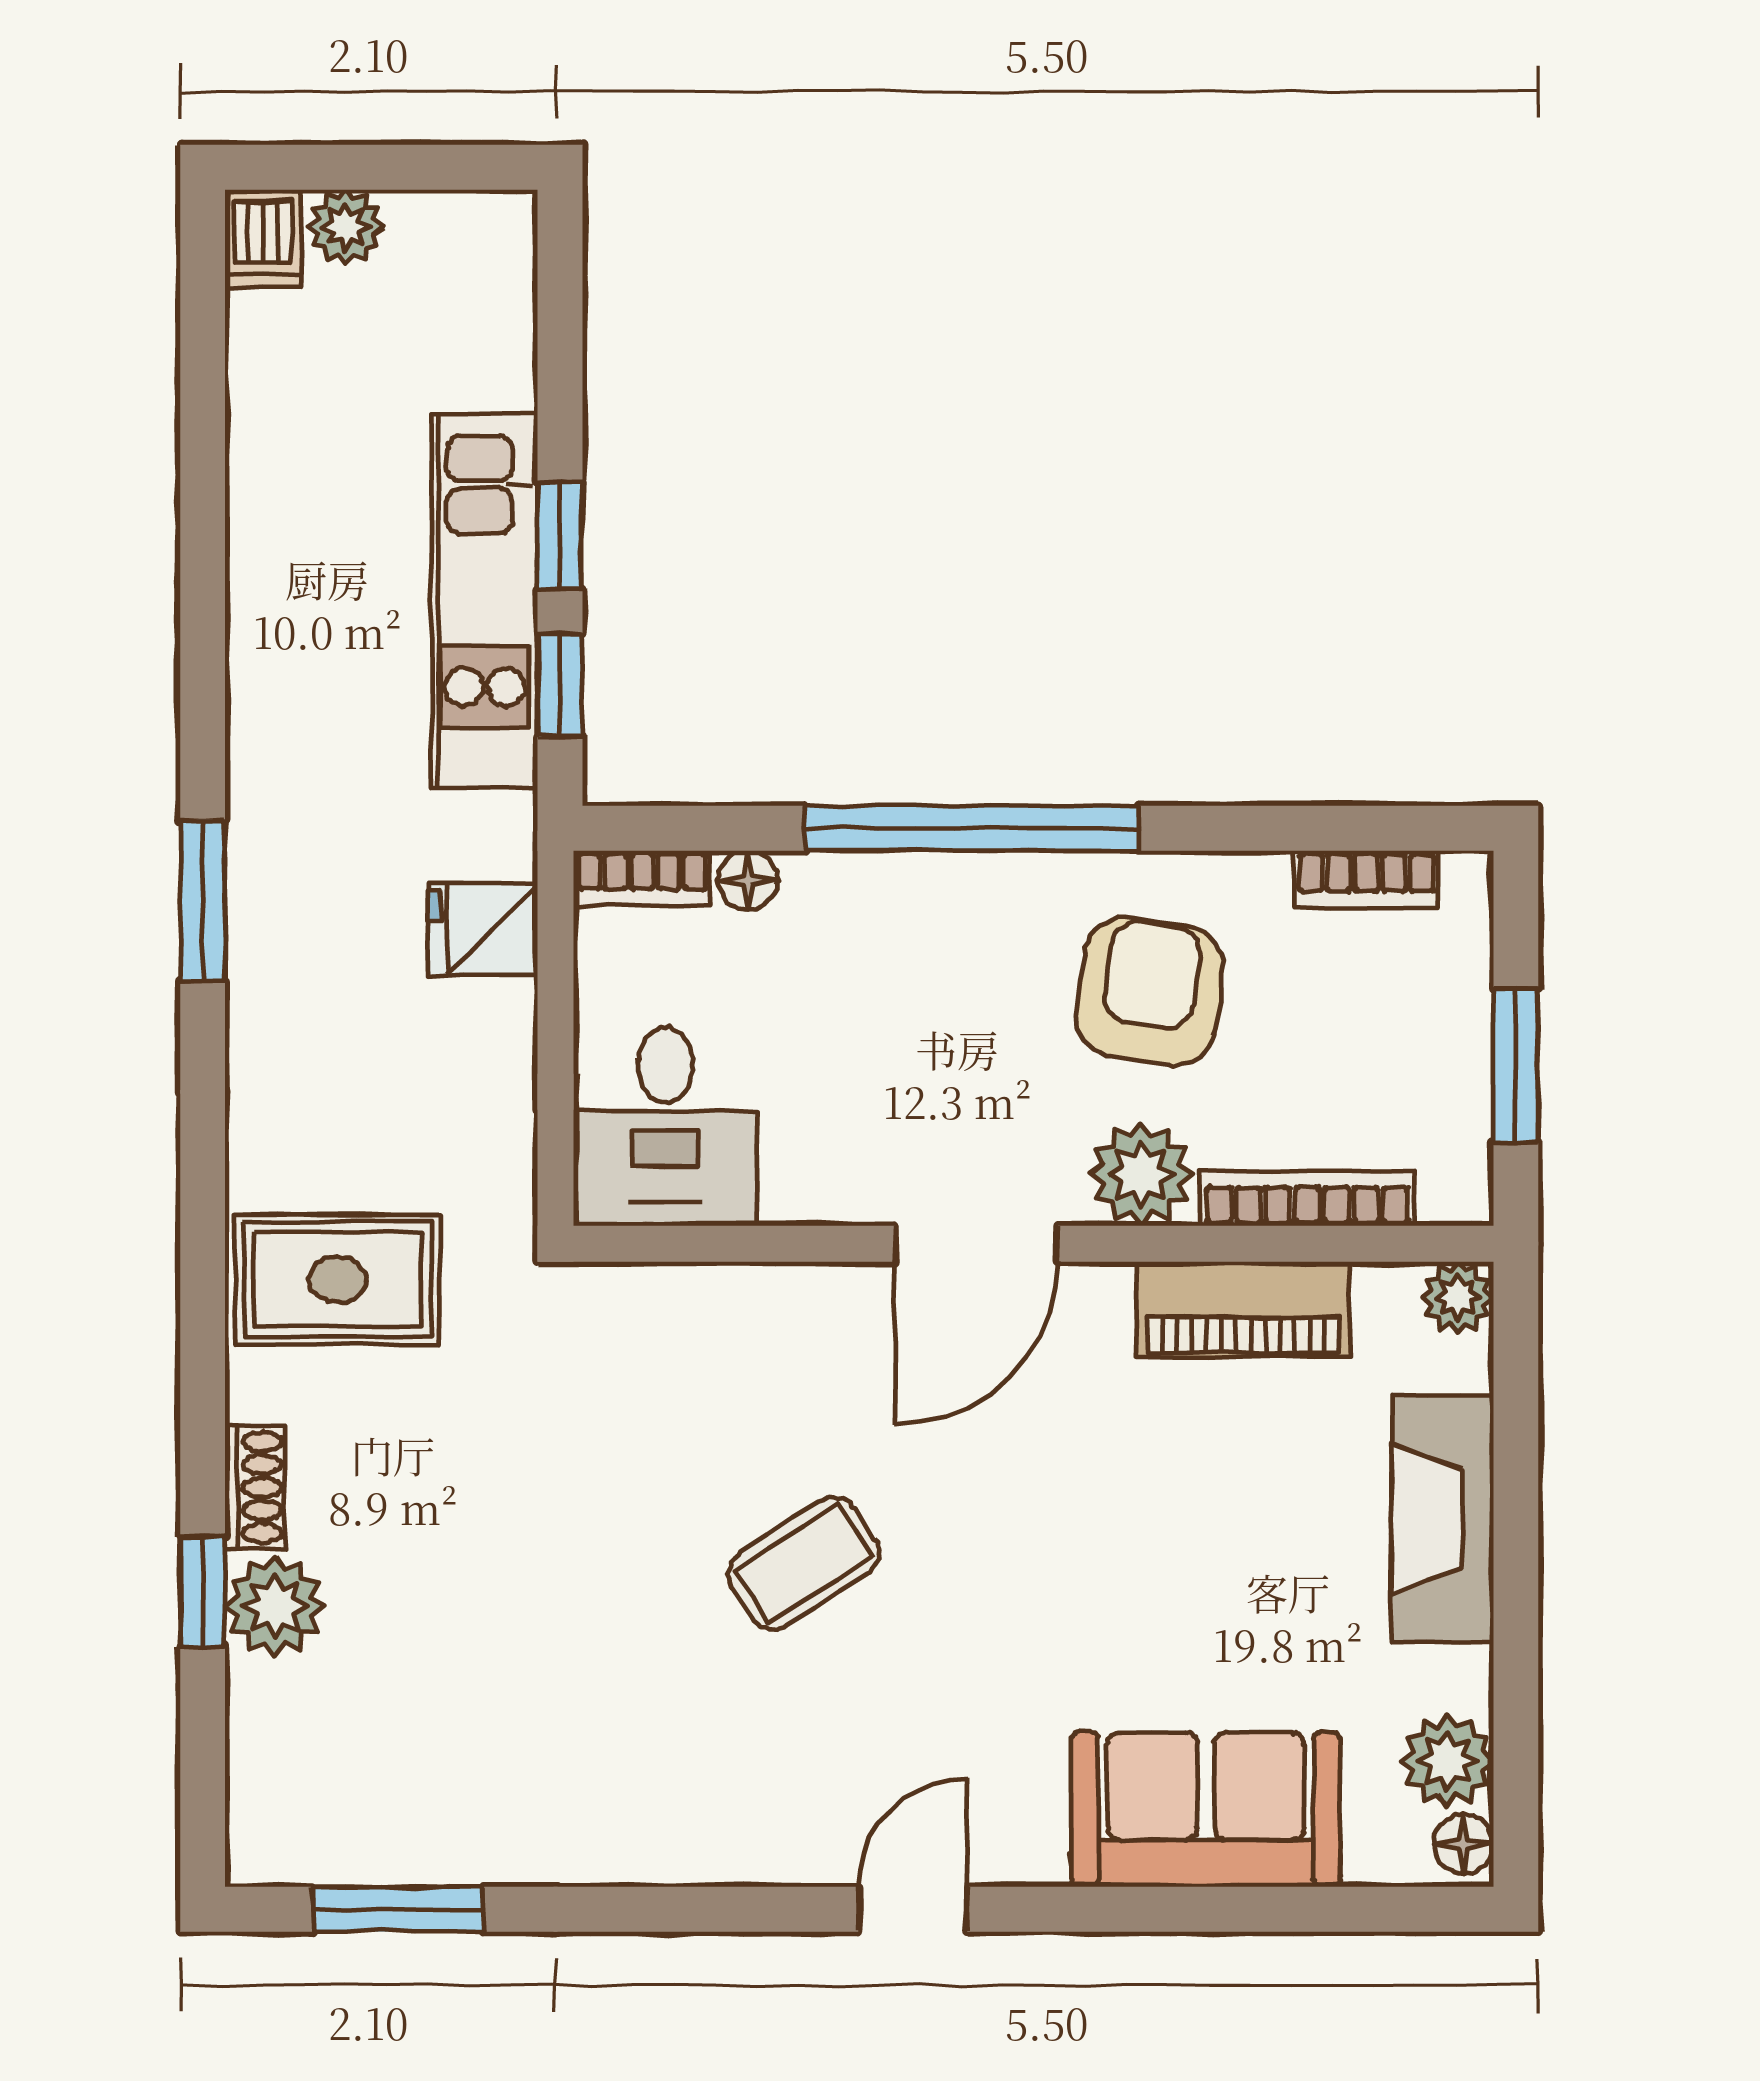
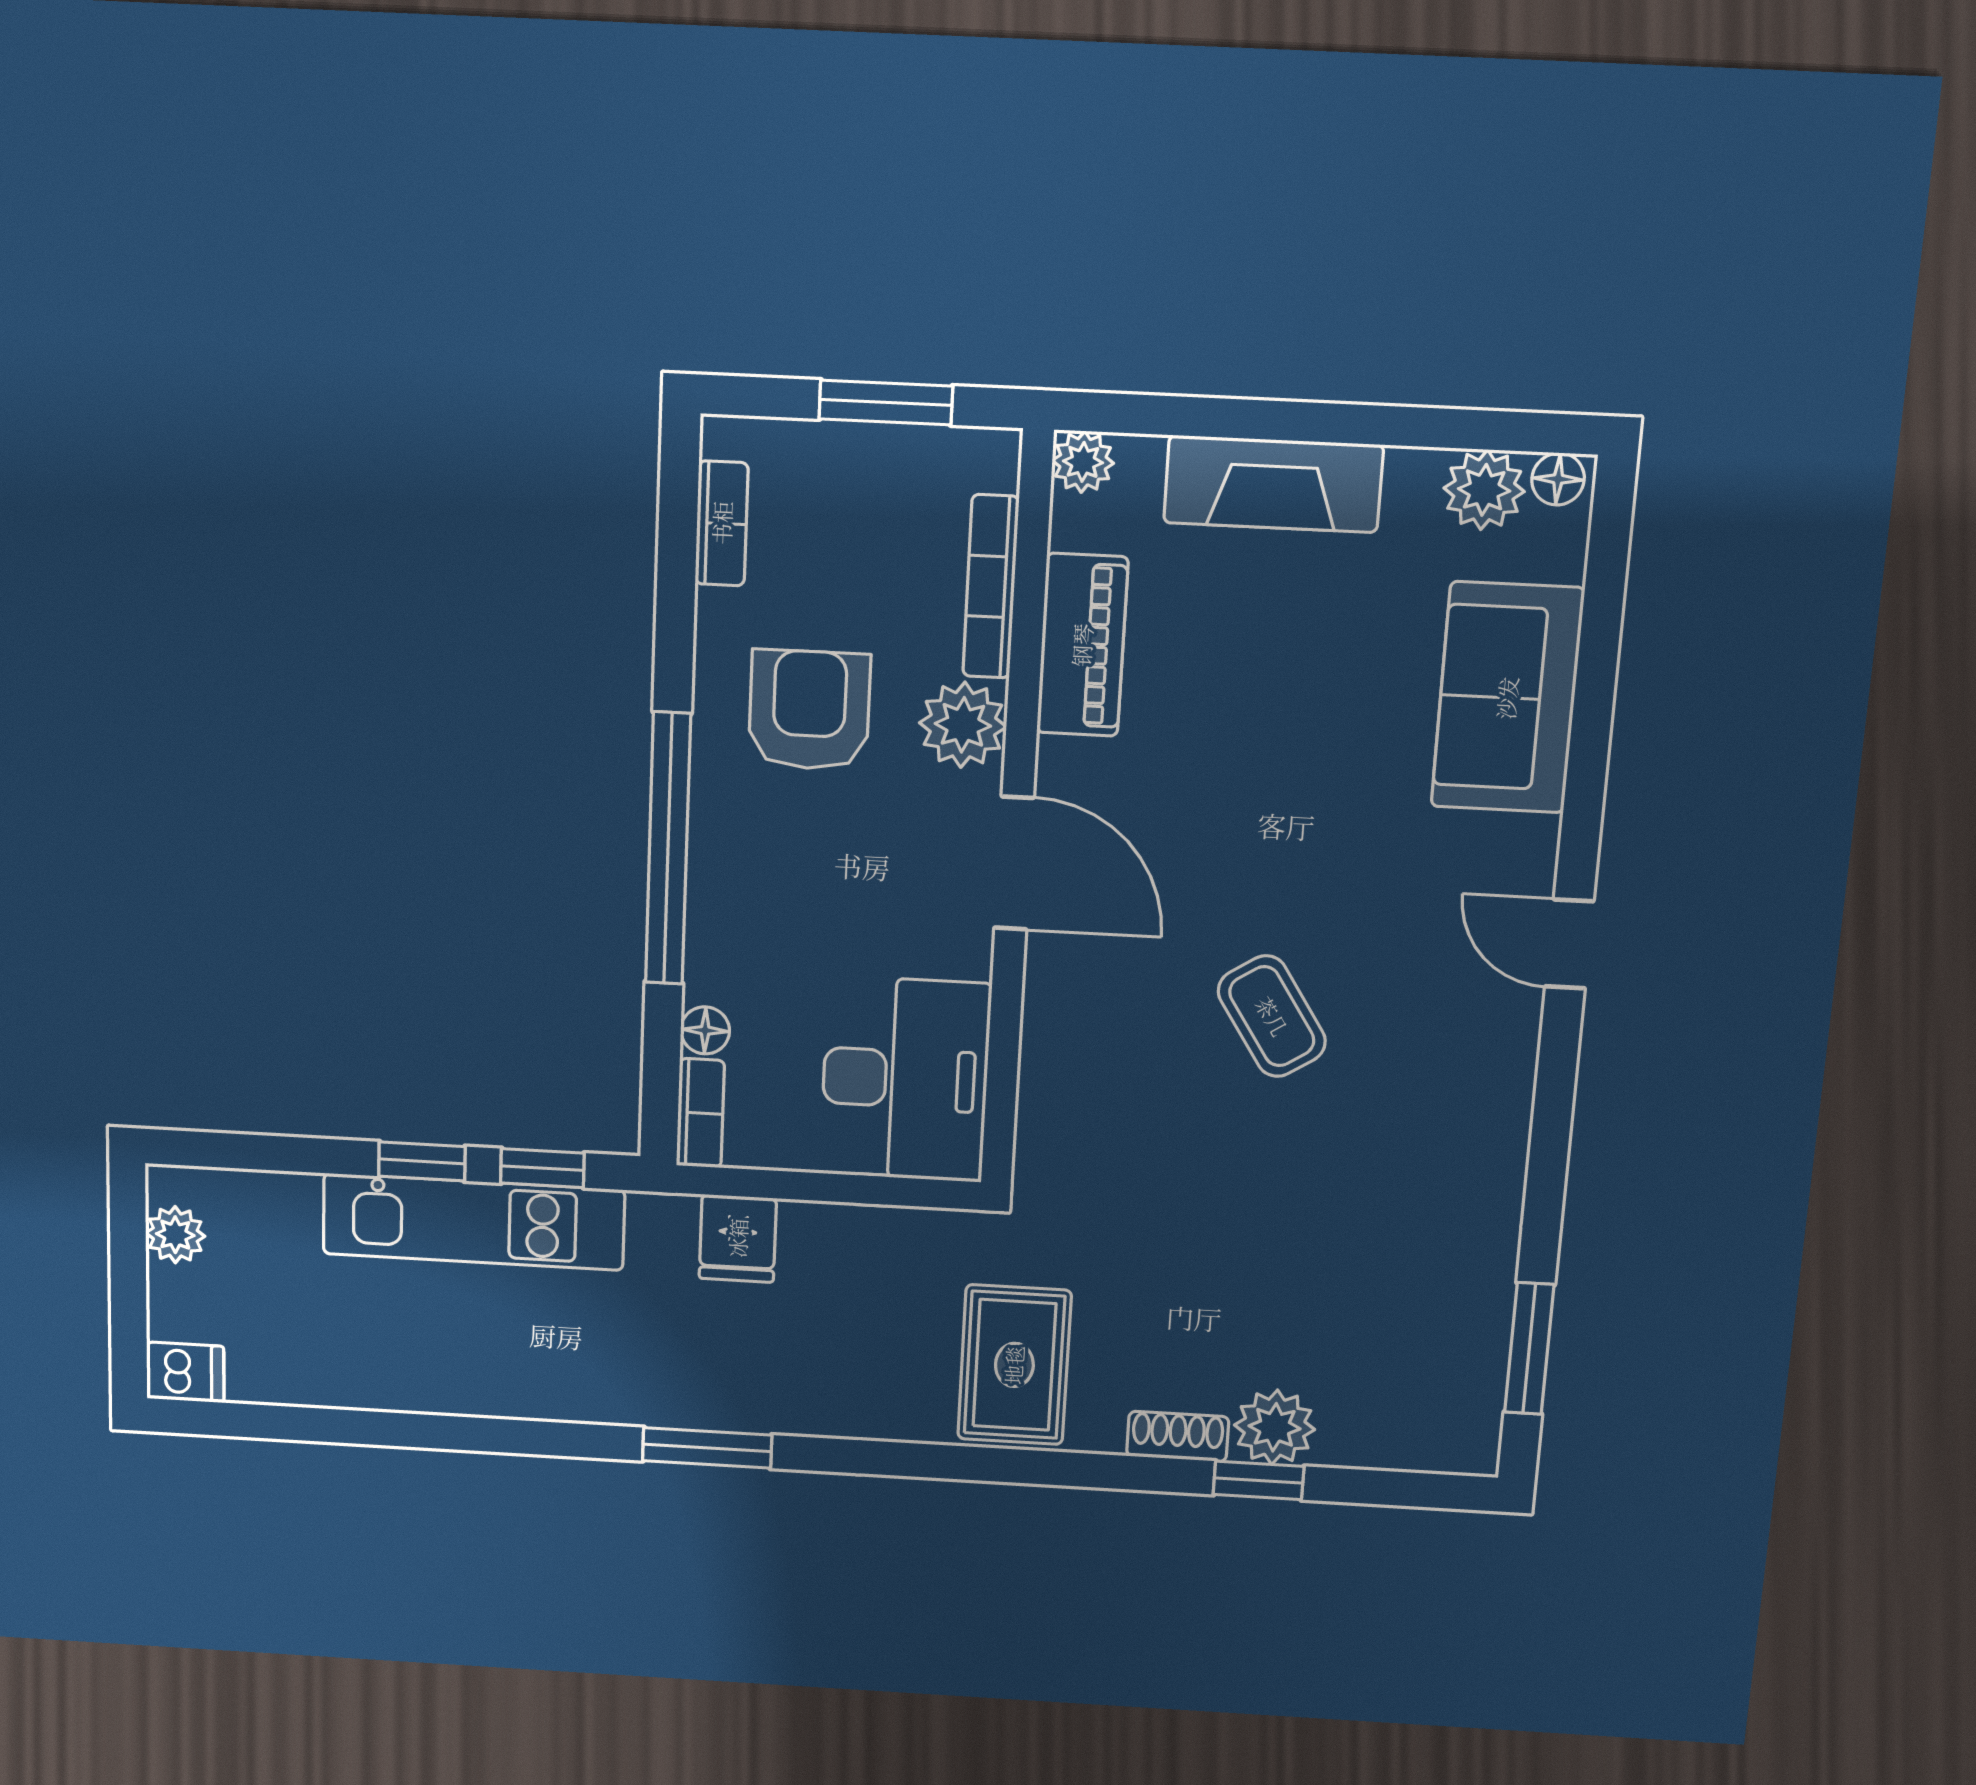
plant: (346, 227) -> (175, 1235), moved
armchair: (1150, 991) -> (809, 710), turned 82
desk: (665, 1127) -> (905, 1079), width x1.37

